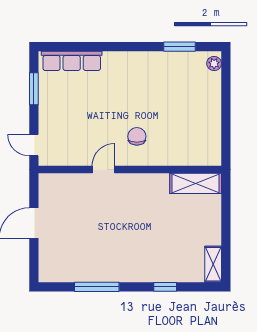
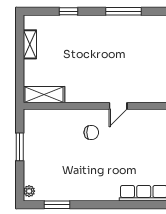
window: (226, 118) -> (20, 147), added
chair: (137, 136) -> (91, 132), turned -90
shelving: (213, 264) -> (30, 44), moved

